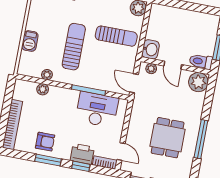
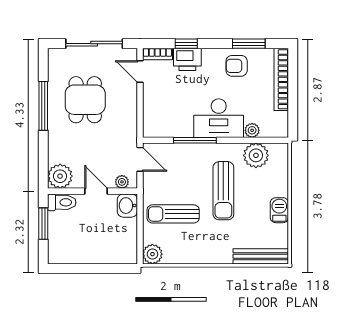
barbecue: (30, 41) -> (279, 210), moved
plant: (47, 75) -> (256, 155), width x1.88, depth x1.88
desk: (97, 109) -> (219, 118), moved
window: (48, 160) -> (249, 44), moved

